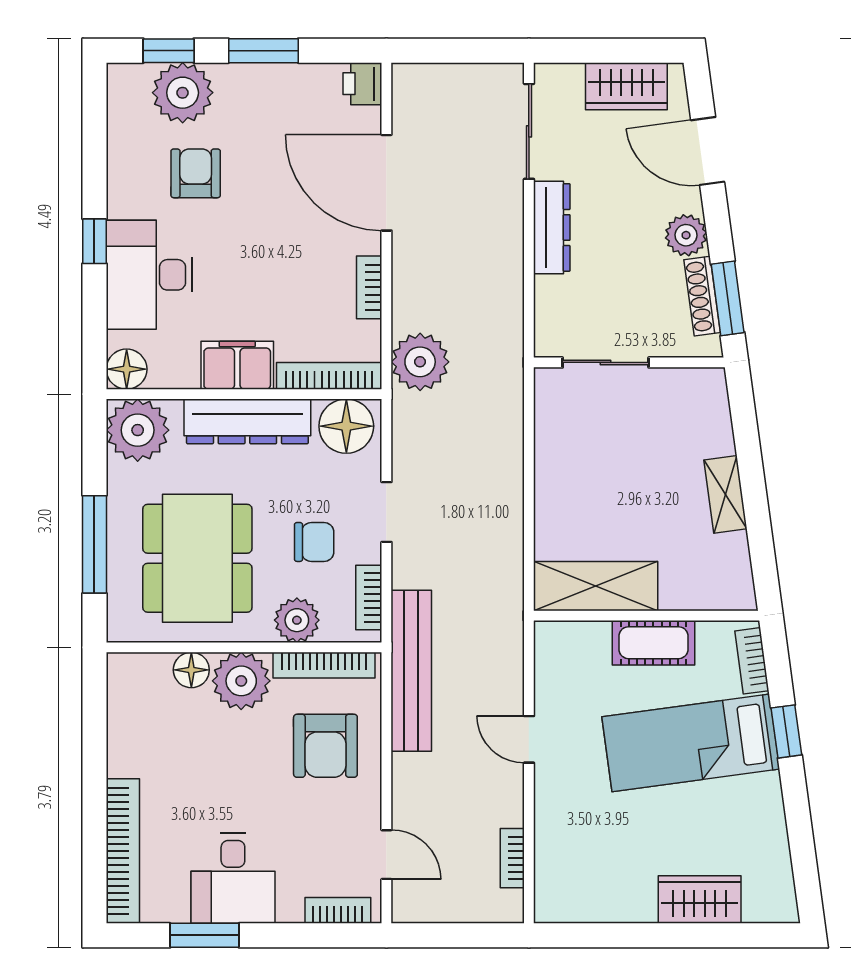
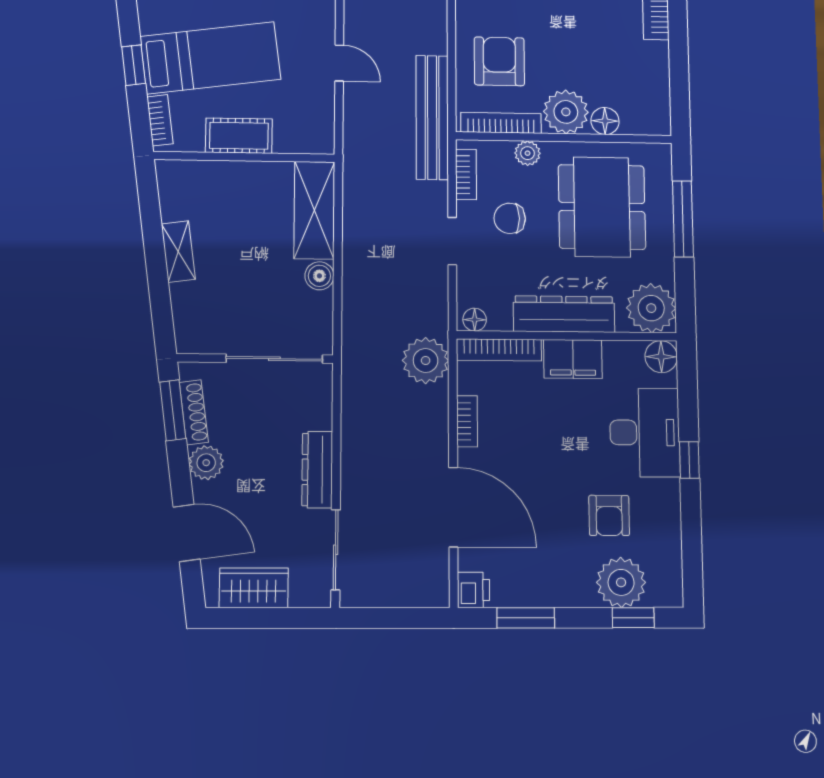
window: (263, 51) -> (526, 618), moved
sliding door: (606, 362) -> (274, 359), width x1.37
floor lamp: (346, 426) -> (475, 320), width x0.53, depth x0.53
boiler: (551, 466) -> (319, 276), added
shelving: (596, 586) -> (314, 210), moved, turned 90
plant: (297, 620) -> (528, 153), width x0.73, depth x0.73

